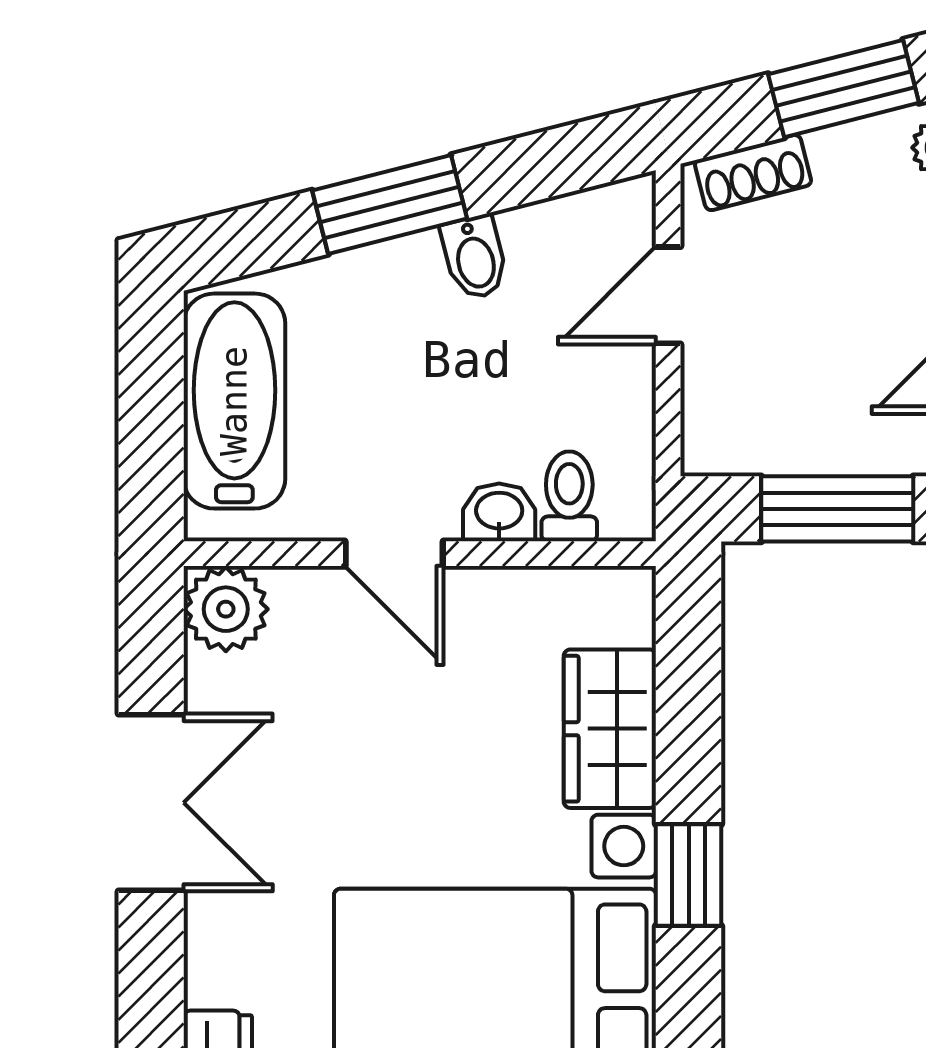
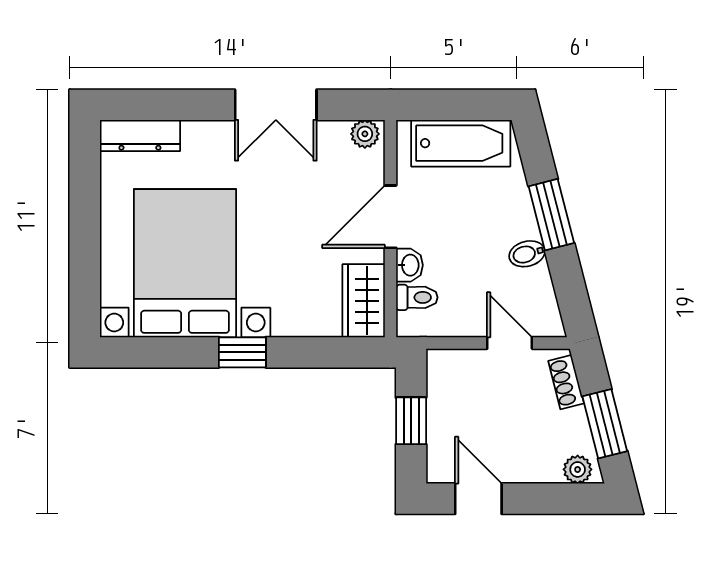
window: (837, 509) -> (411, 421), width x0.67
door: (394, 554) -> (390, 217), width x1.38
plant: (226, 609) -> (365, 134), width x0.73, depth x0.73
wardrobe: (610, 729) -> (364, 301), moved, turned -90

